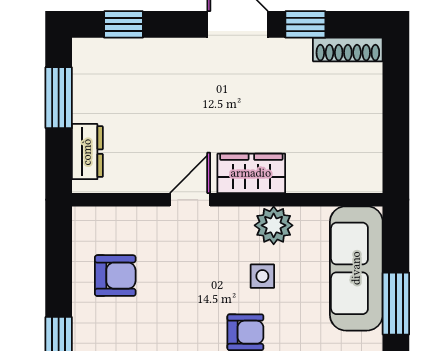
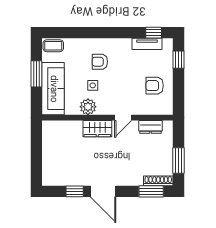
window: (123, 24) -> (151, 191), width x1.50
shoe rack: (348, 49) -> (158, 181), moved
dresser: (87, 152) -> (151, 127), moved, turned -90

